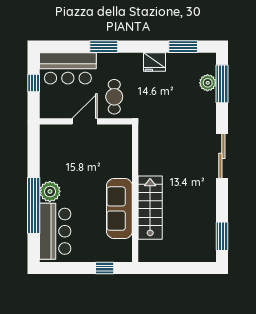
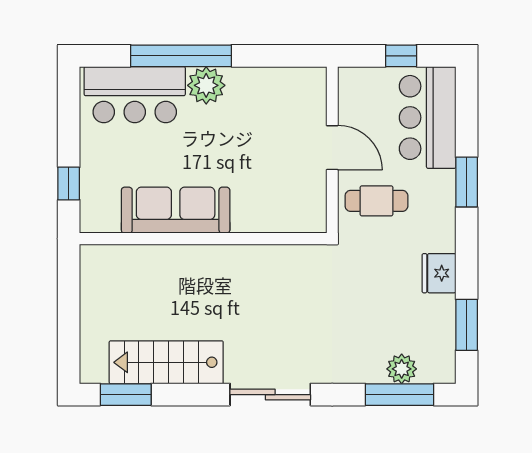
stairs: (150, 208) -> (166, 362), moved, turned 180

